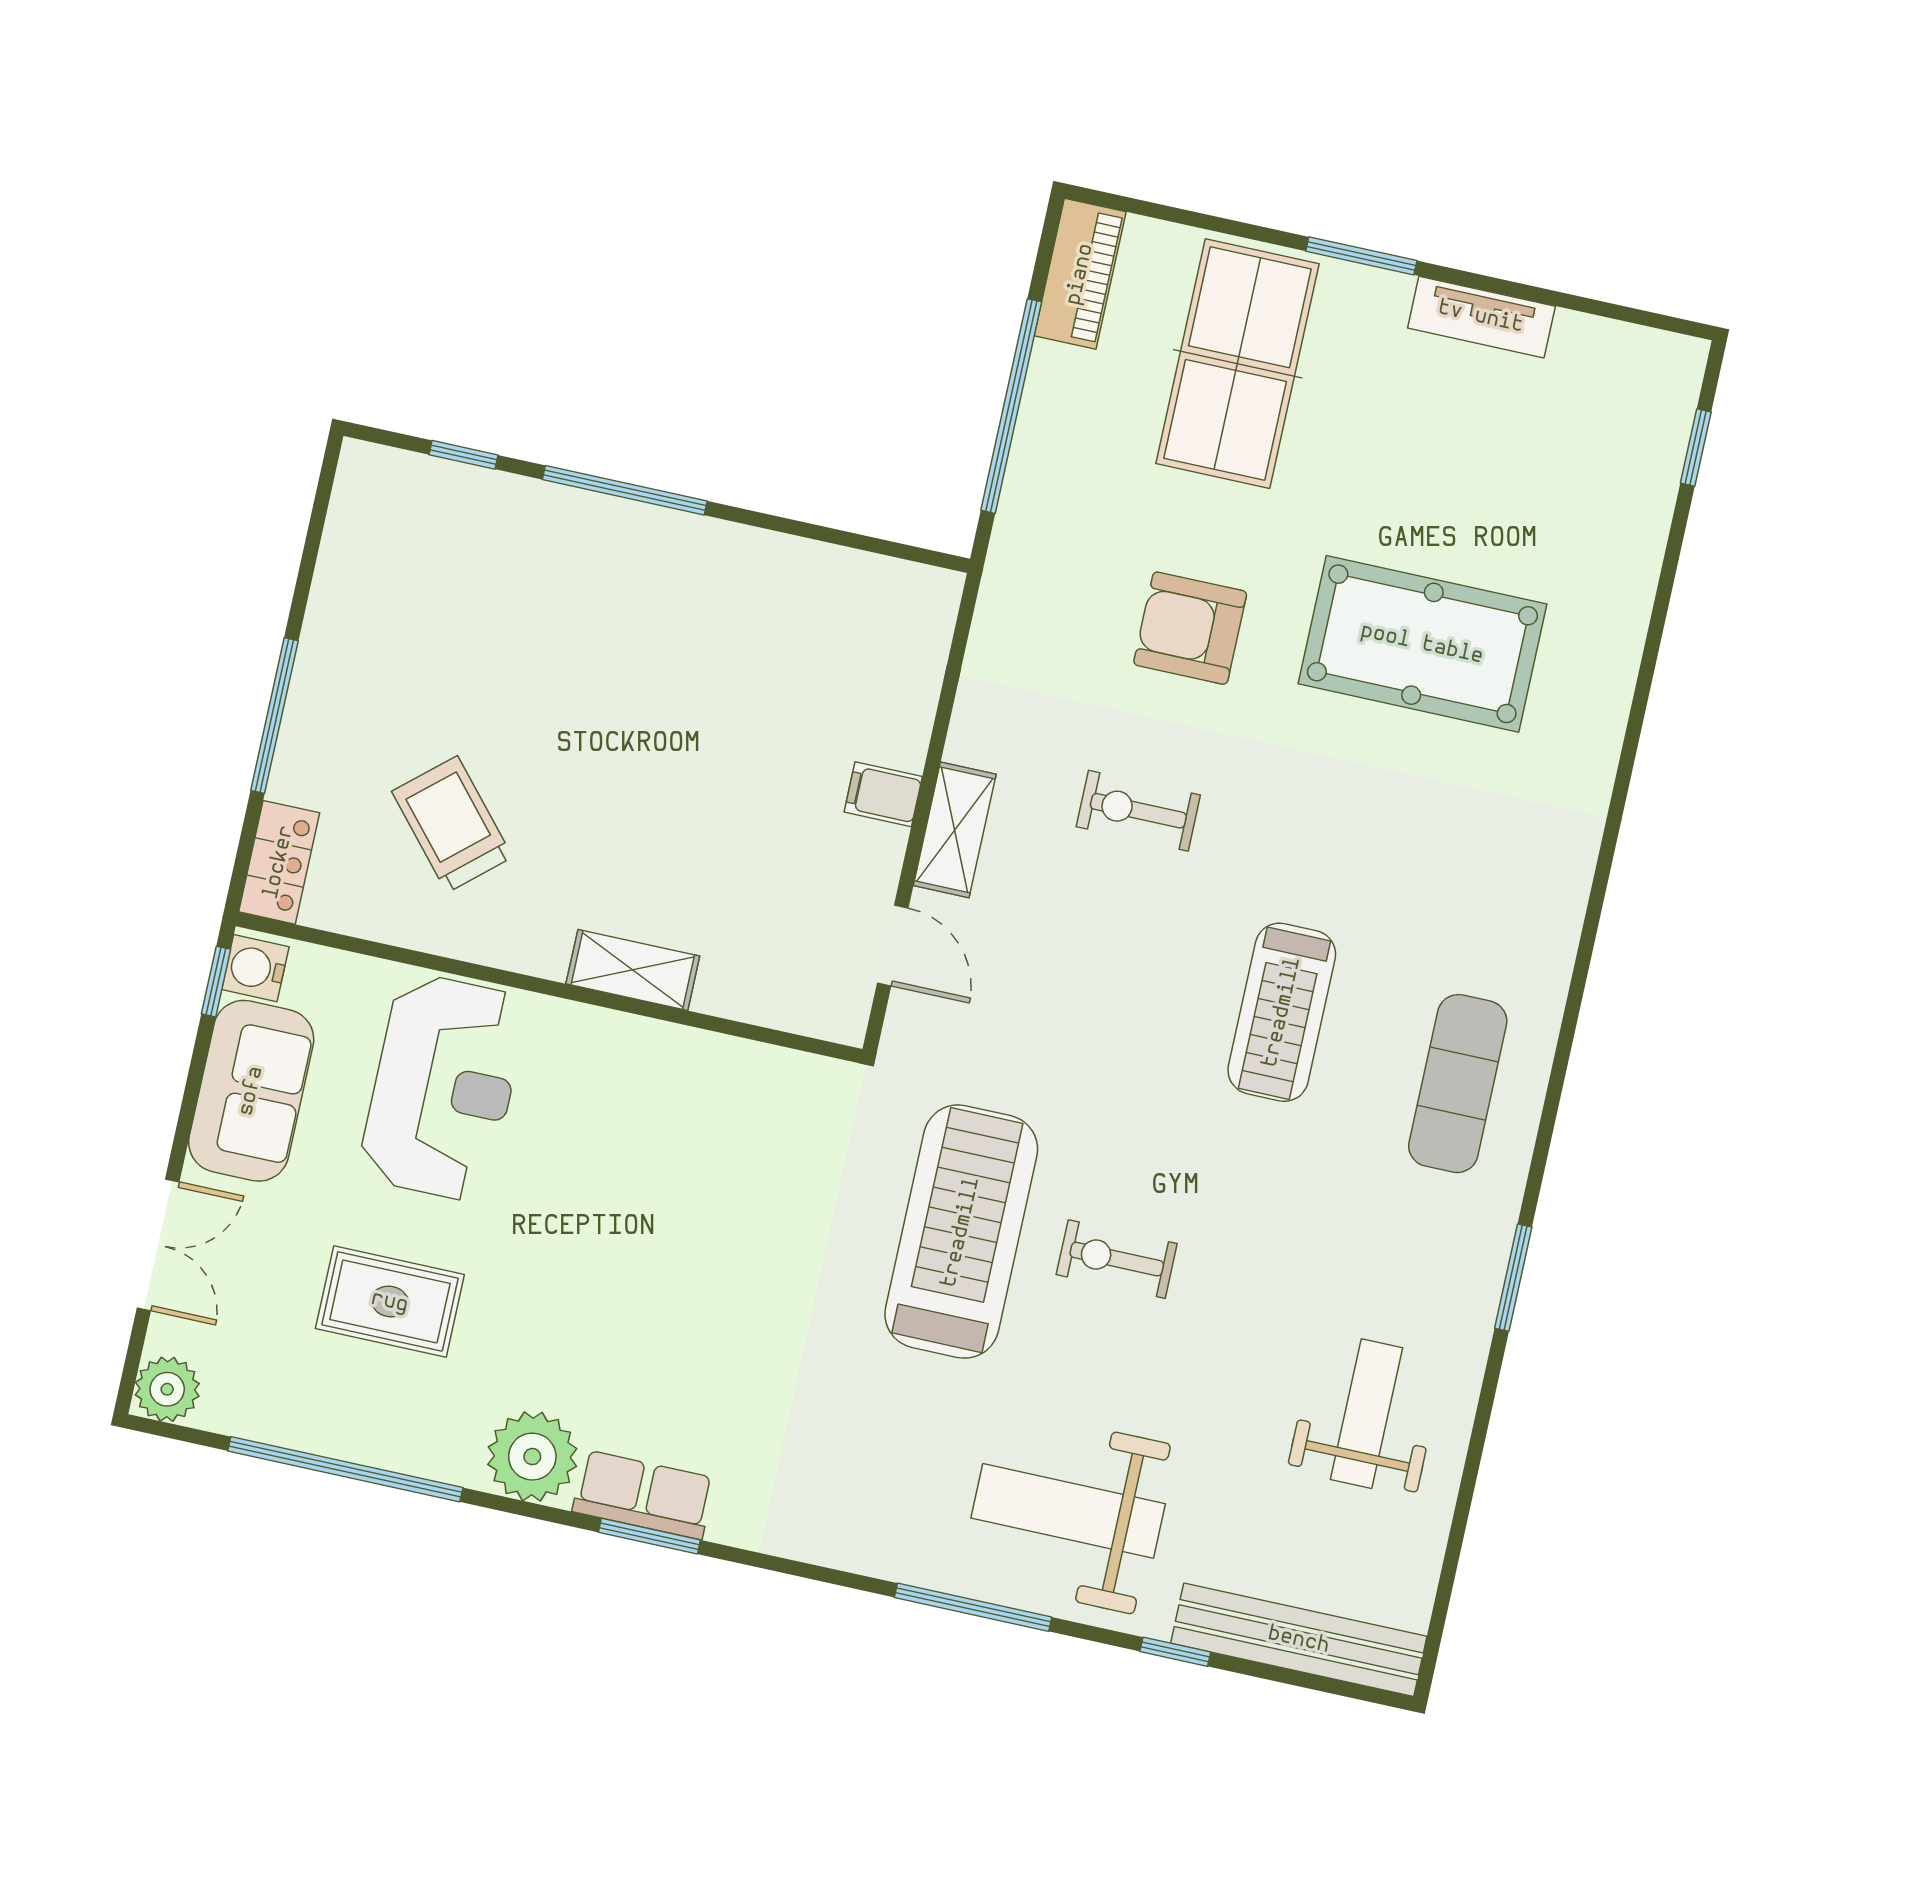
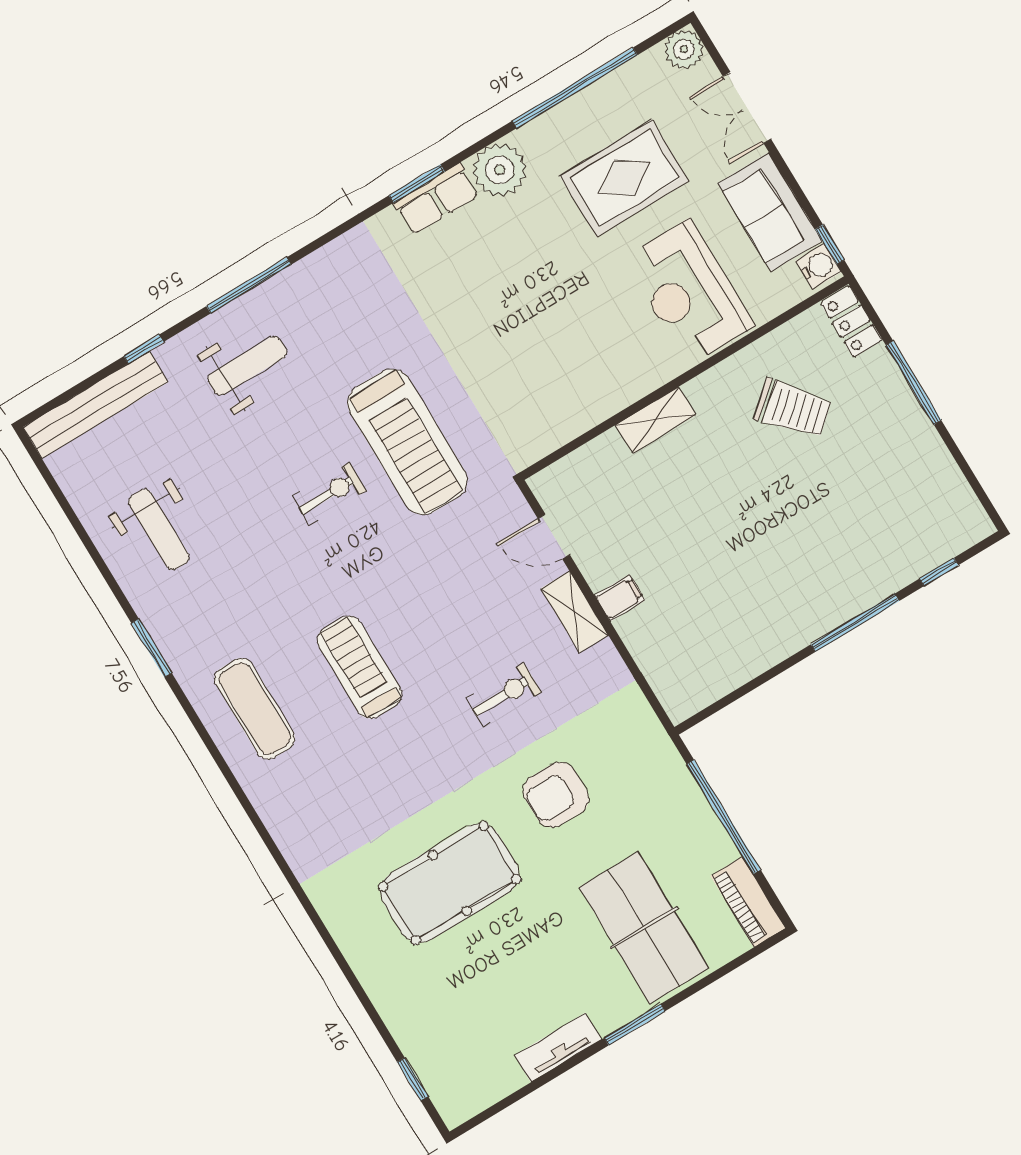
armchair: (1190, 628) -> (556, 795), turned 180
rug: (390, 1302) -> (624, 178), width x1.36, depth x1.43
weight bench: (1068, 1511) -> (247, 366), width x0.73, depth x0.75

